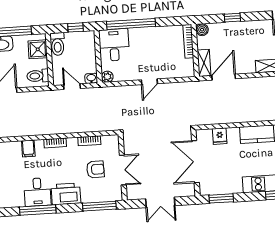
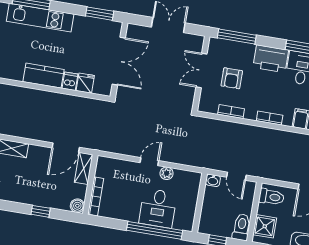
desk: (114, 45) -> (158, 208), moved
plant: (107, 77) -> (167, 173), moved
dishwasher: (233, 135) -> (70, 81), added
armchair: (95, 169) -> (232, 78), turned -89

